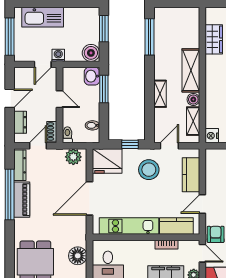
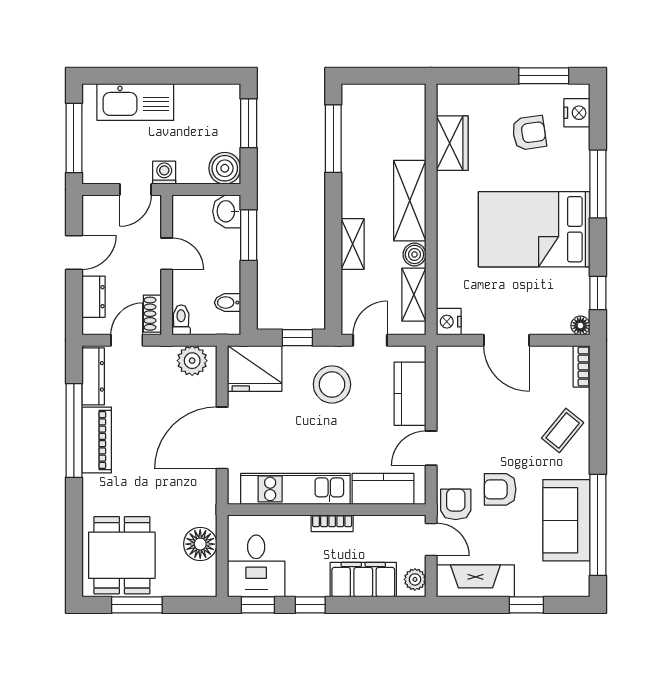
bookcase: (166, 245) -> (332, 523), moved

